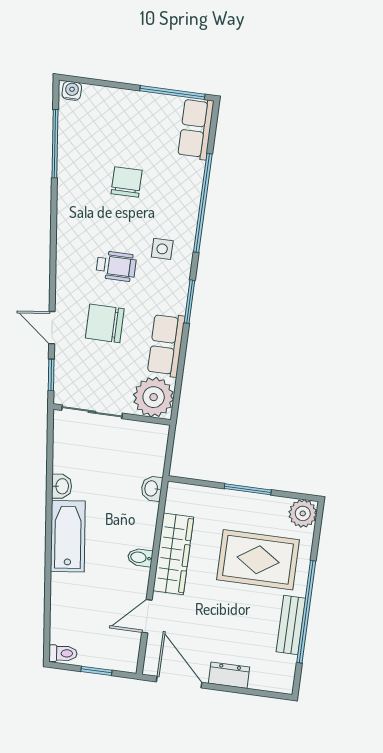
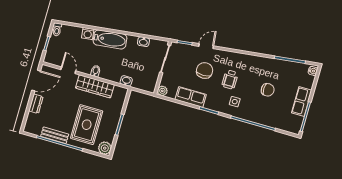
row of seats: (196, 129) -> (302, 101), moved, turned -90
plant: (154, 397) -> (162, 91), width x0.53, depth x0.53
washbasin: (62, 486) -> (143, 42), moved
washing machine: (62, 586) -> (88, 34), added

